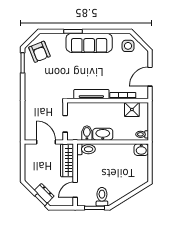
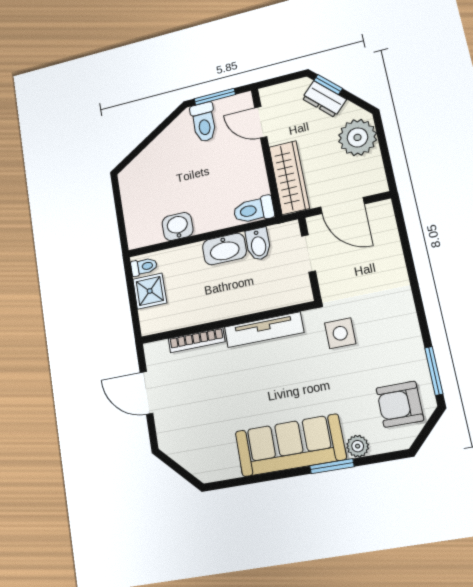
plant: (61, 38) -> (358, 446), added
side table: (128, 46) -> (340, 333), moved
armchair: (39, 52) -> (400, 404), turned -68
door: (150, 77) -> (146, 393), swing flipped
shower: (132, 110) -> (150, 291), moved
washbasin: (141, 150) -> (178, 226), moved
plant: (33, 171) -> (358, 137), added
door: (75, 190) -> (261, 122), swing flipped

